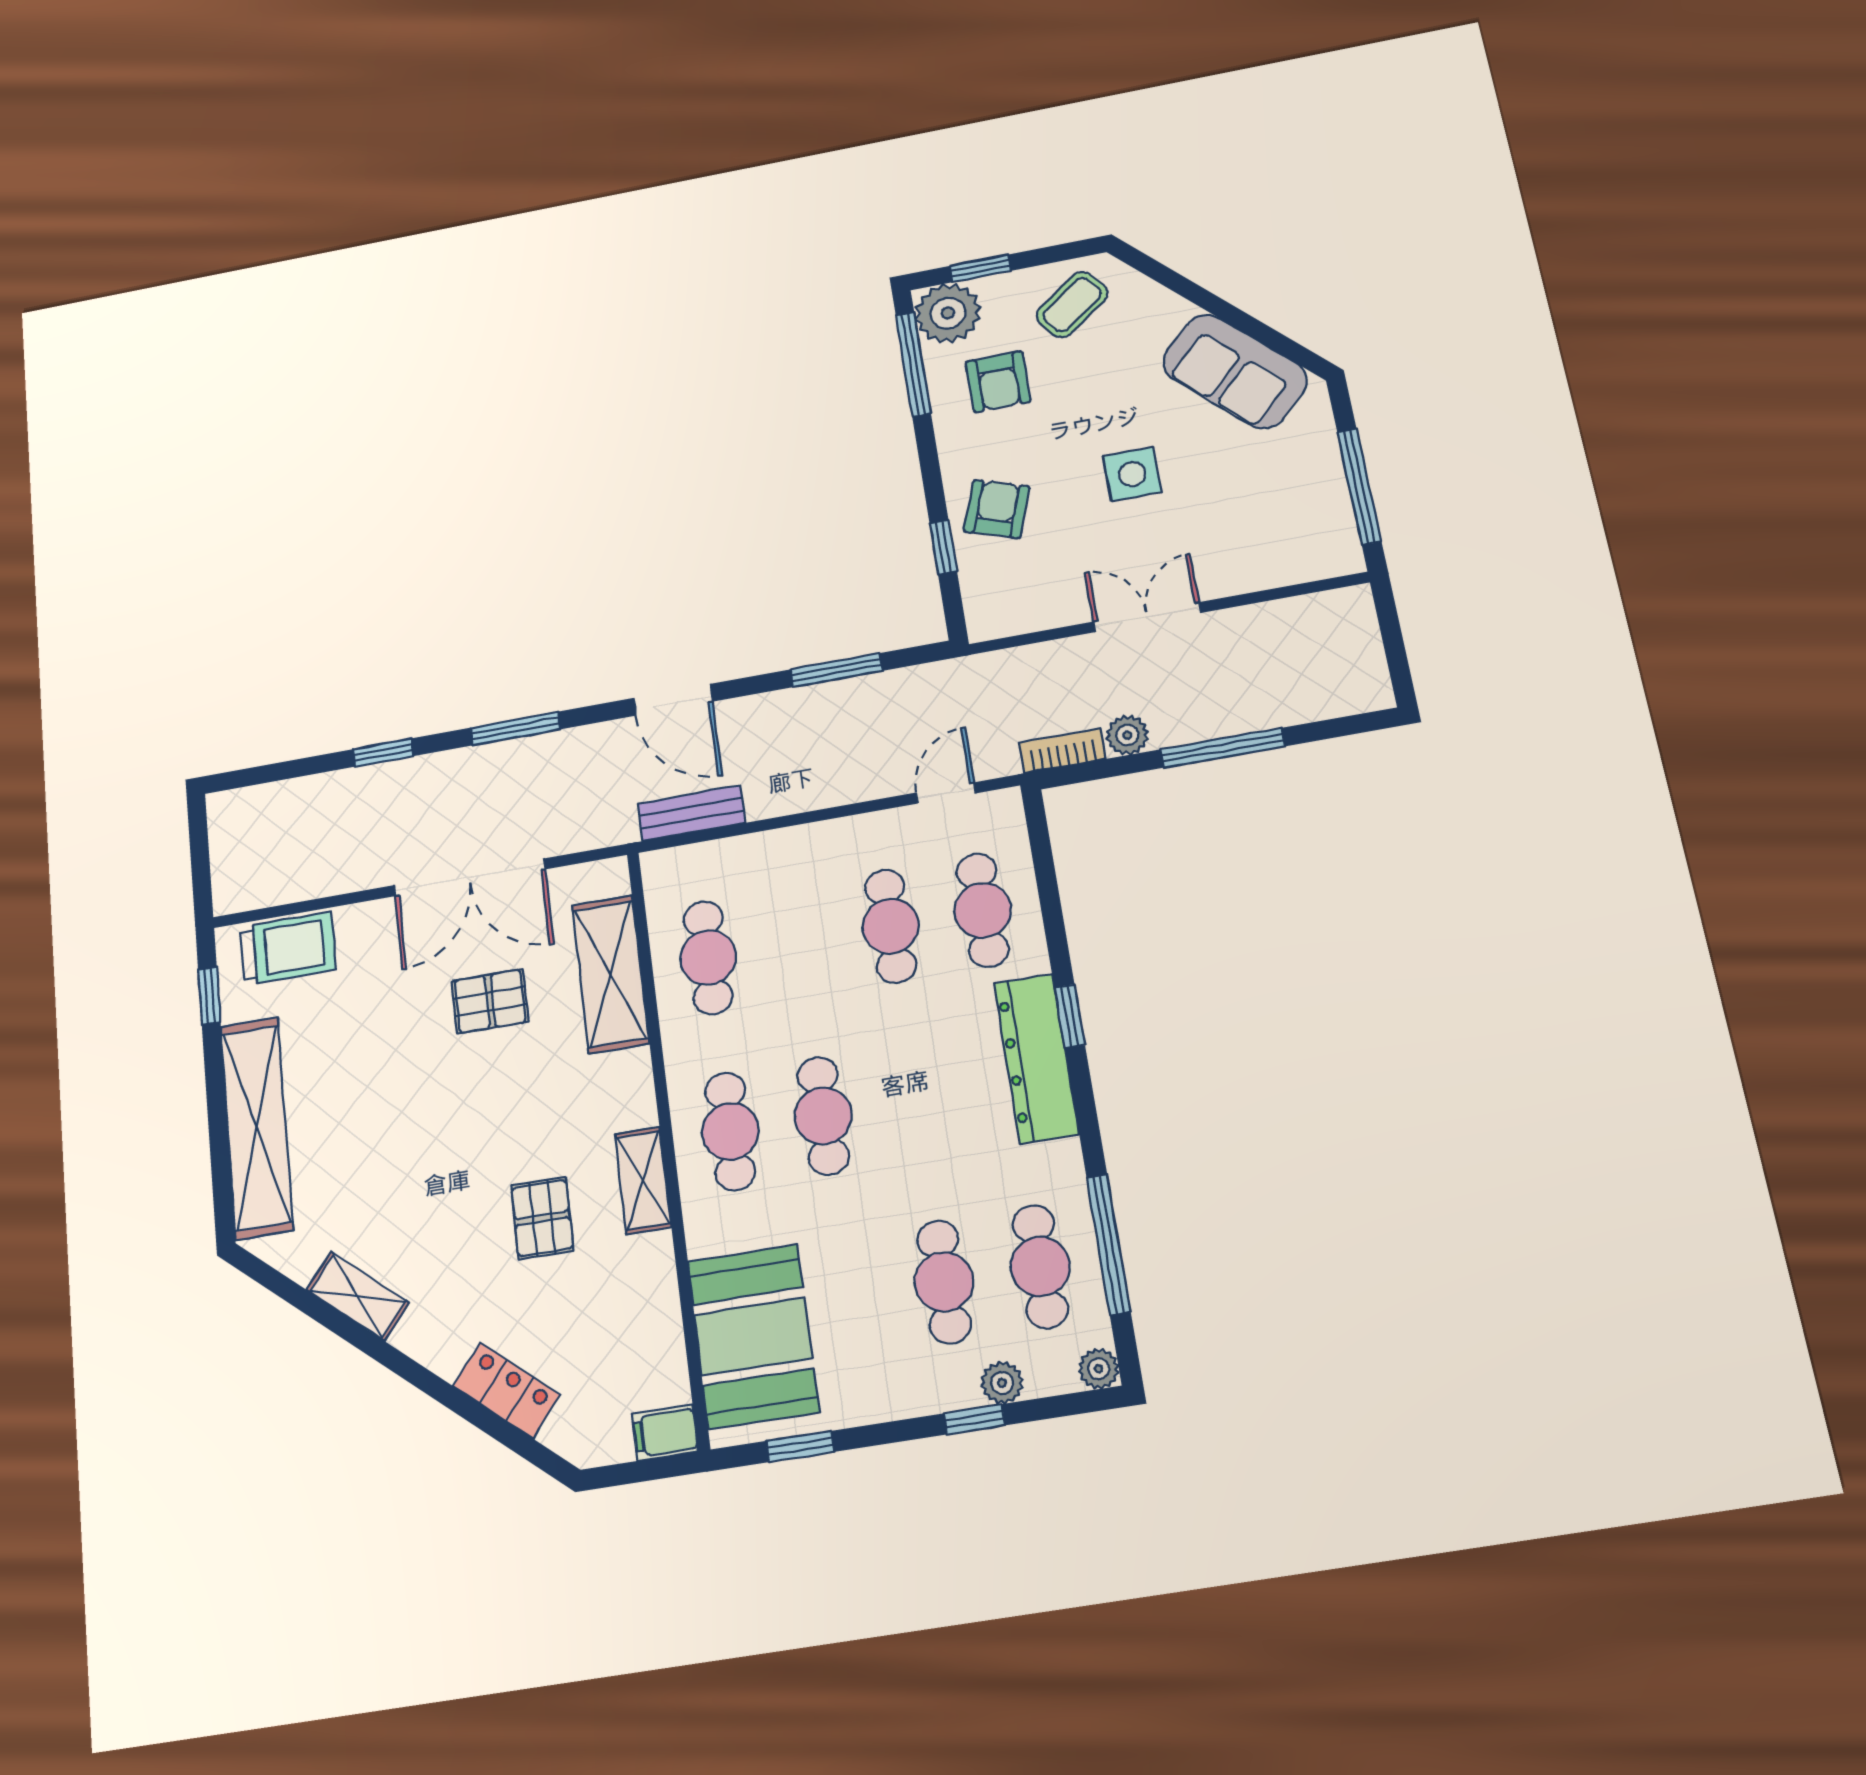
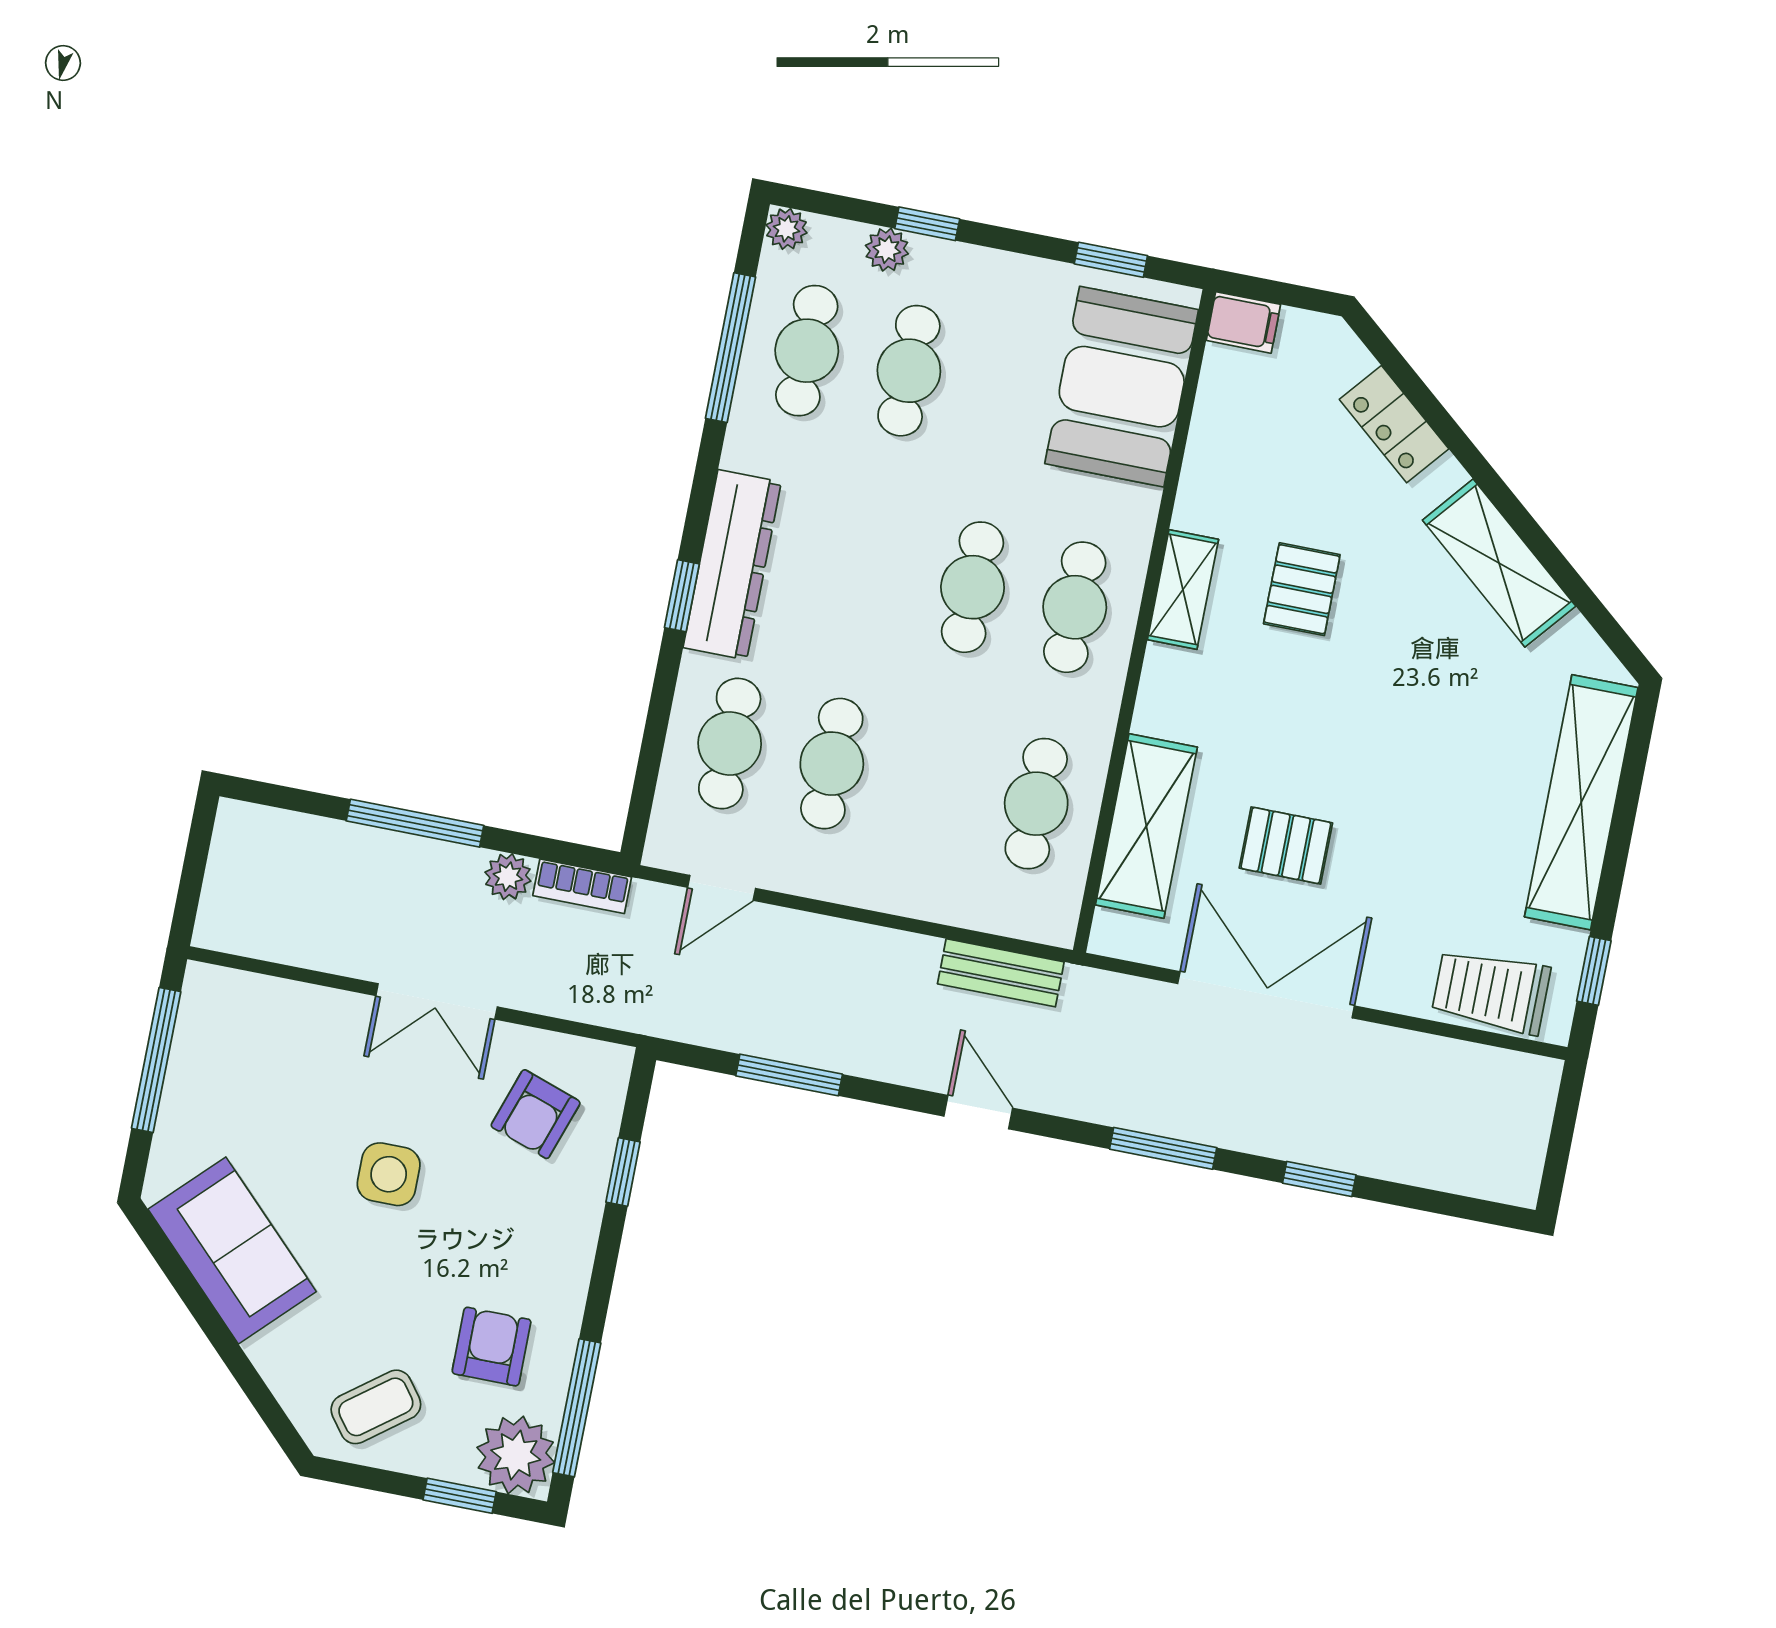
armchair: (997, 509) -> (536, 1114), moved
door: (673, 700) -> (978, 1112), width x0.73
shelving: (358, 1296) -> (1499, 563), width x1.50, depth x1.33

